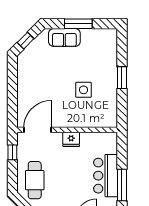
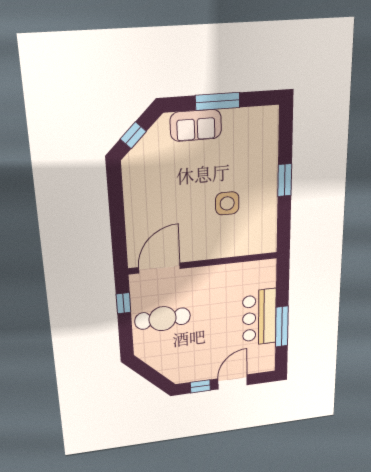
fridge: (71, 139) -> (210, 275), removed
cafe table: (35, 180) -> (163, 319), moved, turned 90

